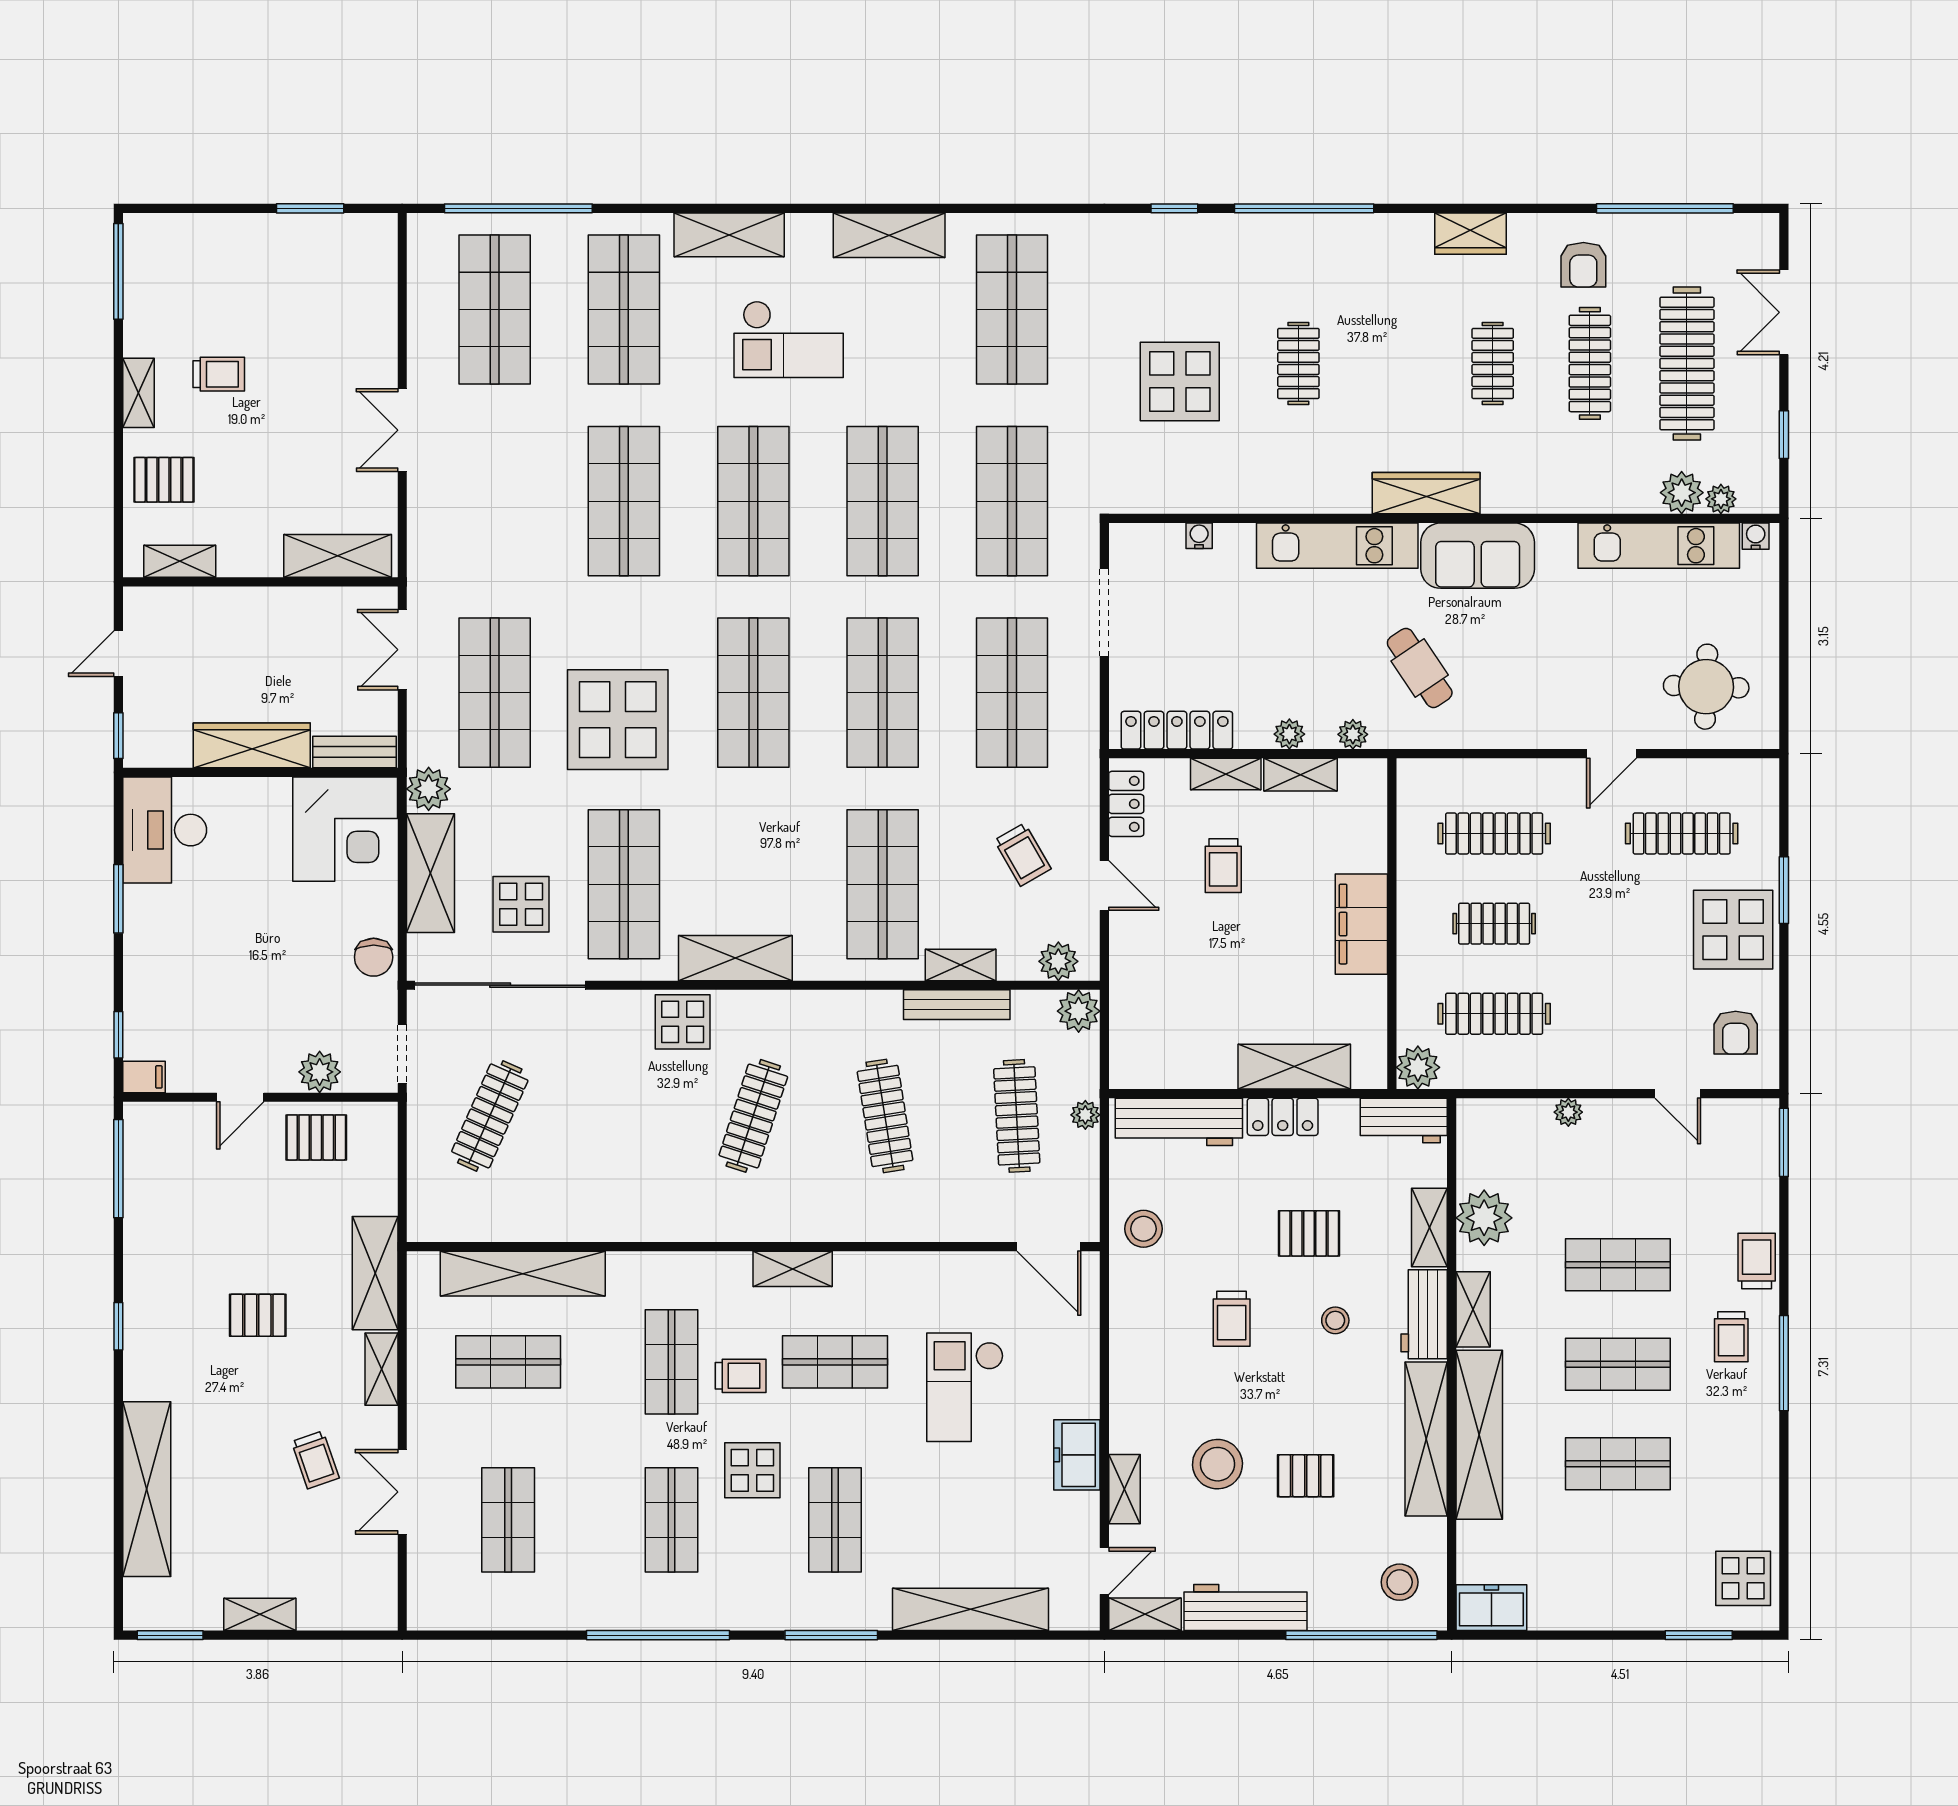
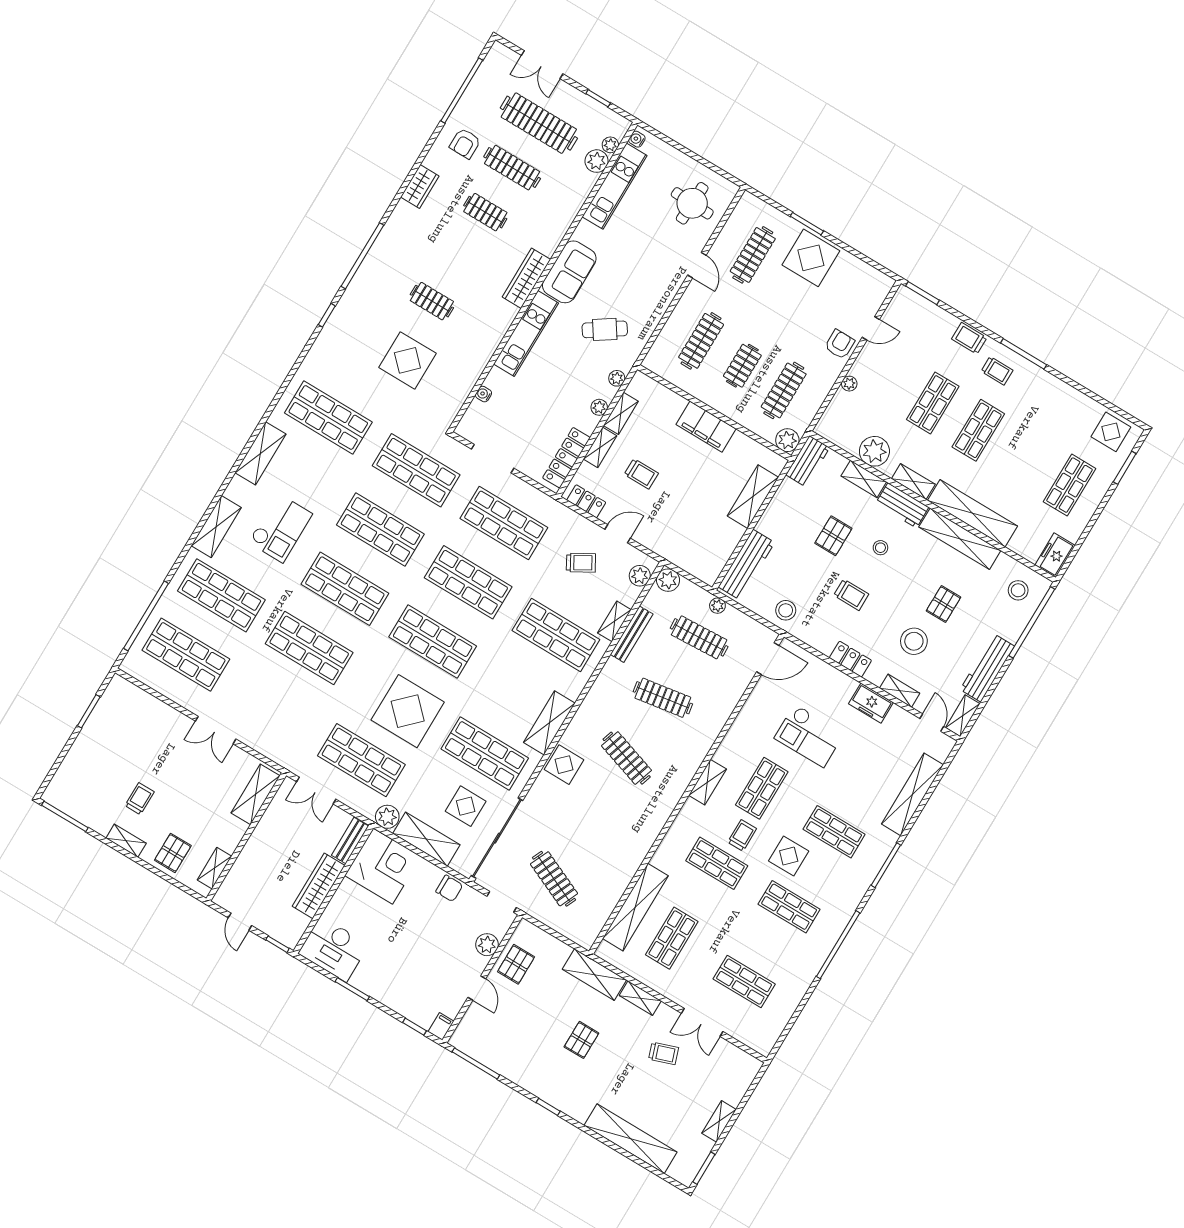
armchair: (1583, 265) -> (465, 143), turned 90
armchair: (1736, 1033) -> (840, 344), moved, turned -90
locker: (1283, 1117) -> (850, 659), moved, turned -90
shop shelf: (1618, 1464) -> (1069, 485), moved

